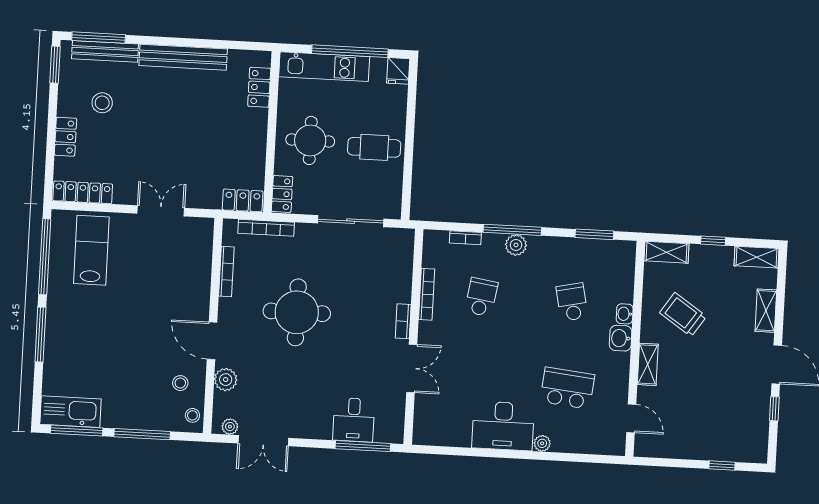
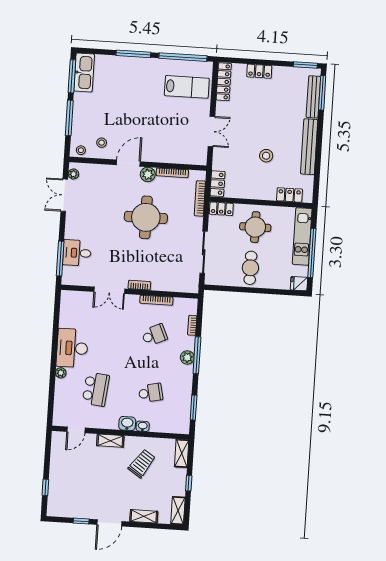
stool: (102, 103) -> (266, 156), moved
school desk: (481, 297) -> (154, 335), turned -33
plant: (226, 380) -> (148, 174), moved

